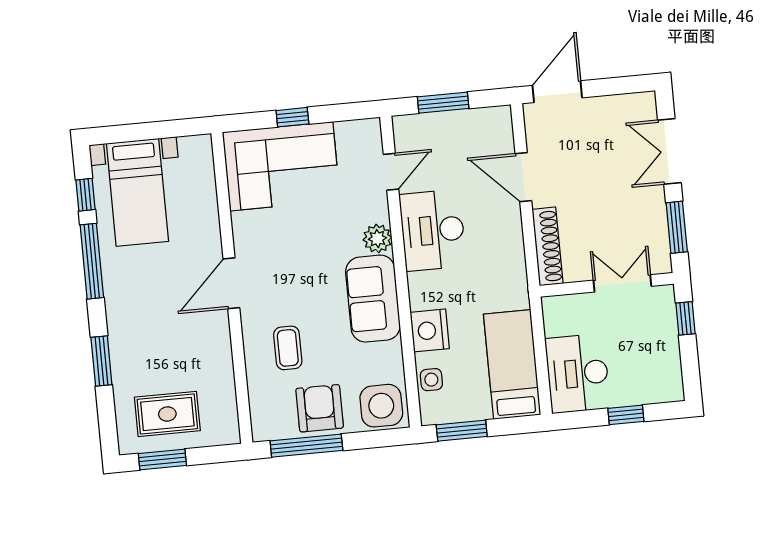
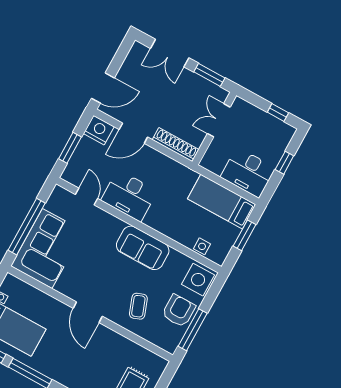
door: (557, 92) -> (103, 88), swing flipped
window: (292, 117) -> (27, 227), width x3.17
plant: (377, 239) -> (115, 226), removed
window: (685, 318) -> (278, 113), moved
nightstand: (430, 330) -> (99, 130), moved, turned 180
coffee table: (288, 348) -> (138, 306), turned 70
armchair: (320, 408) -> (179, 311), turned 90
window: (462, 431) -> (245, 235), moved

